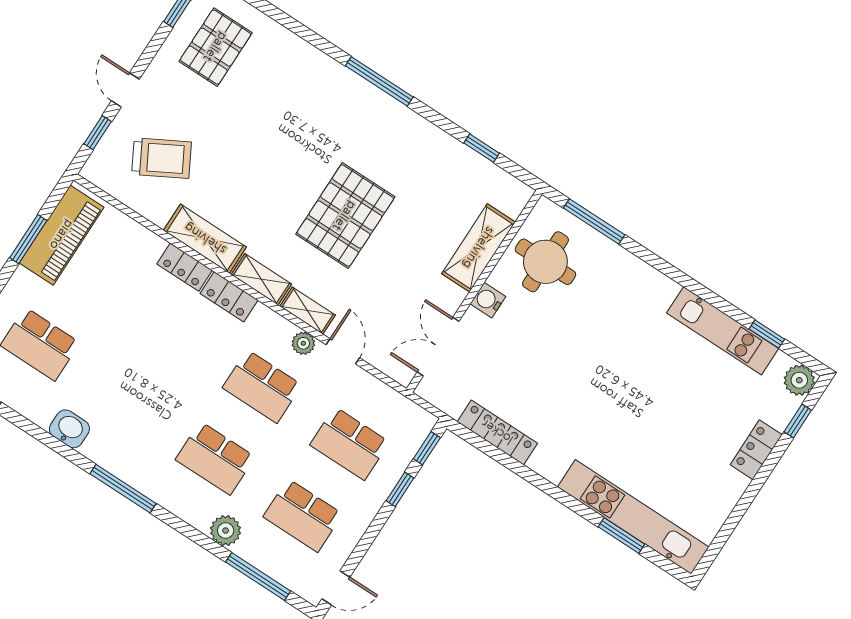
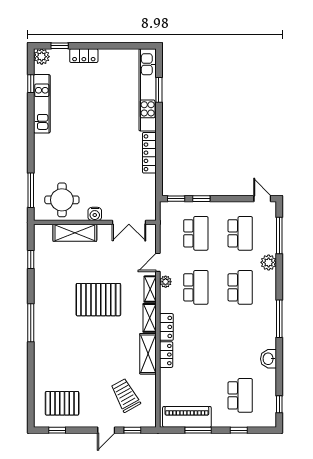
locker: (497, 432) -> (149, 153), moved

